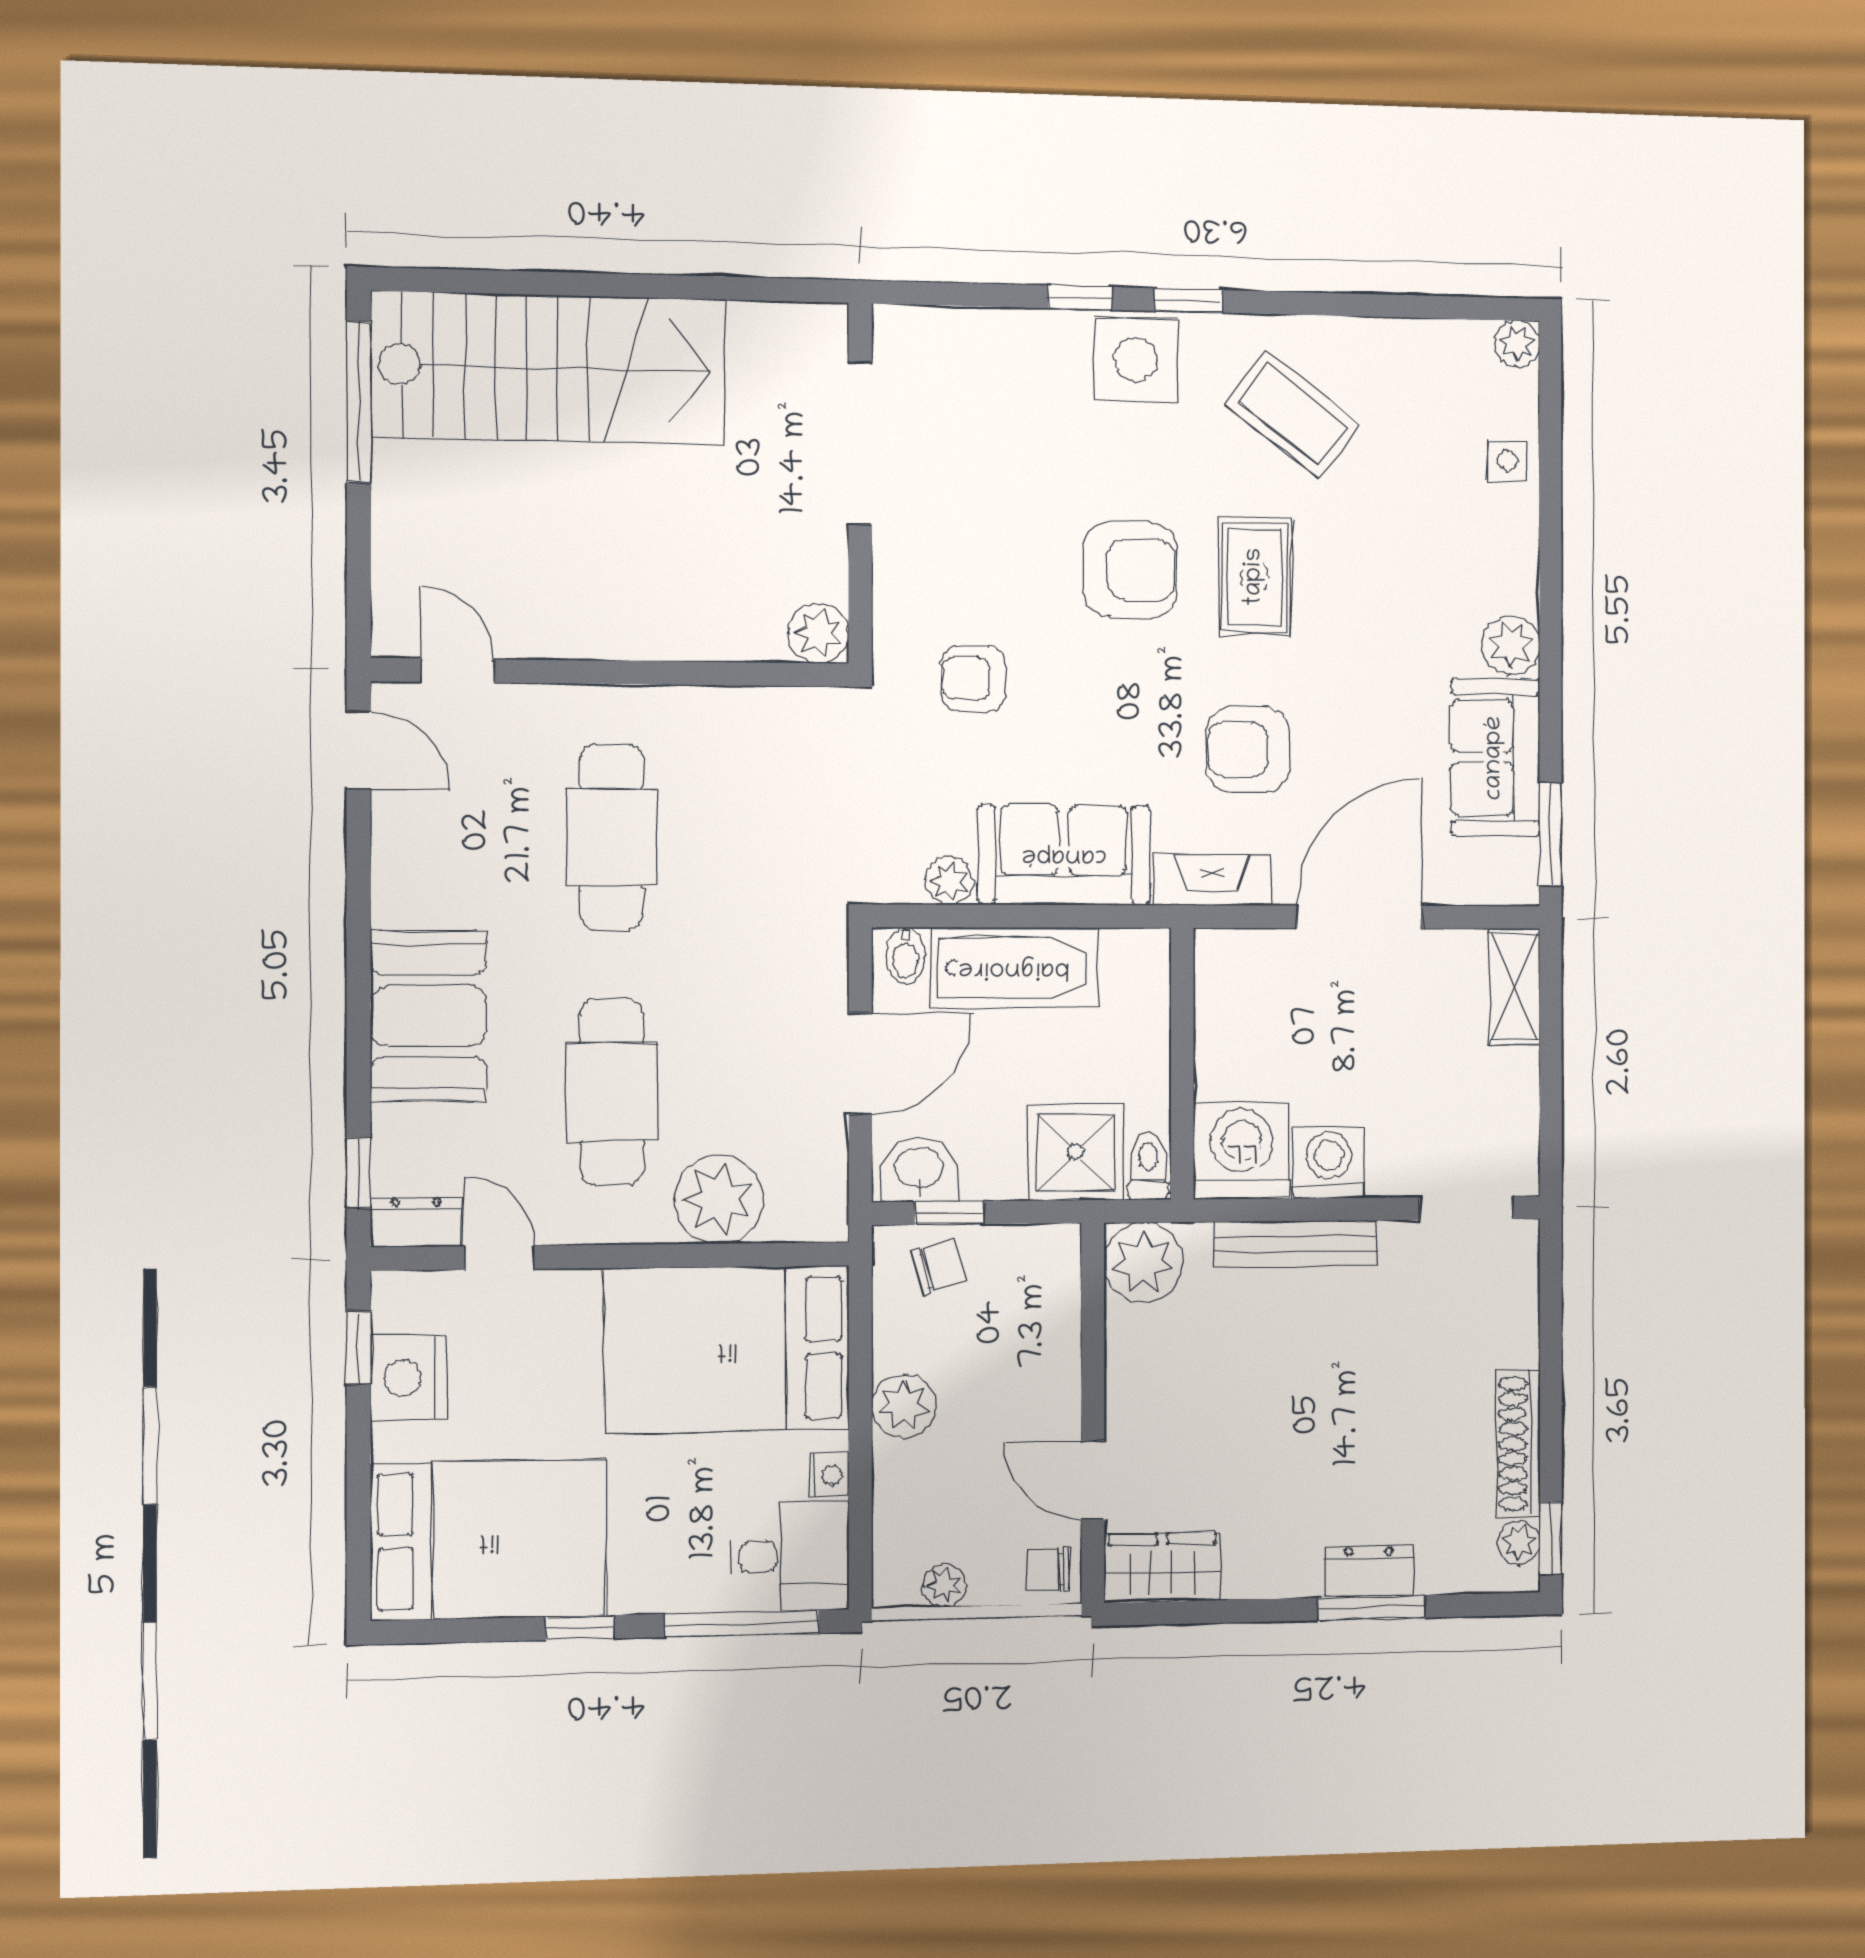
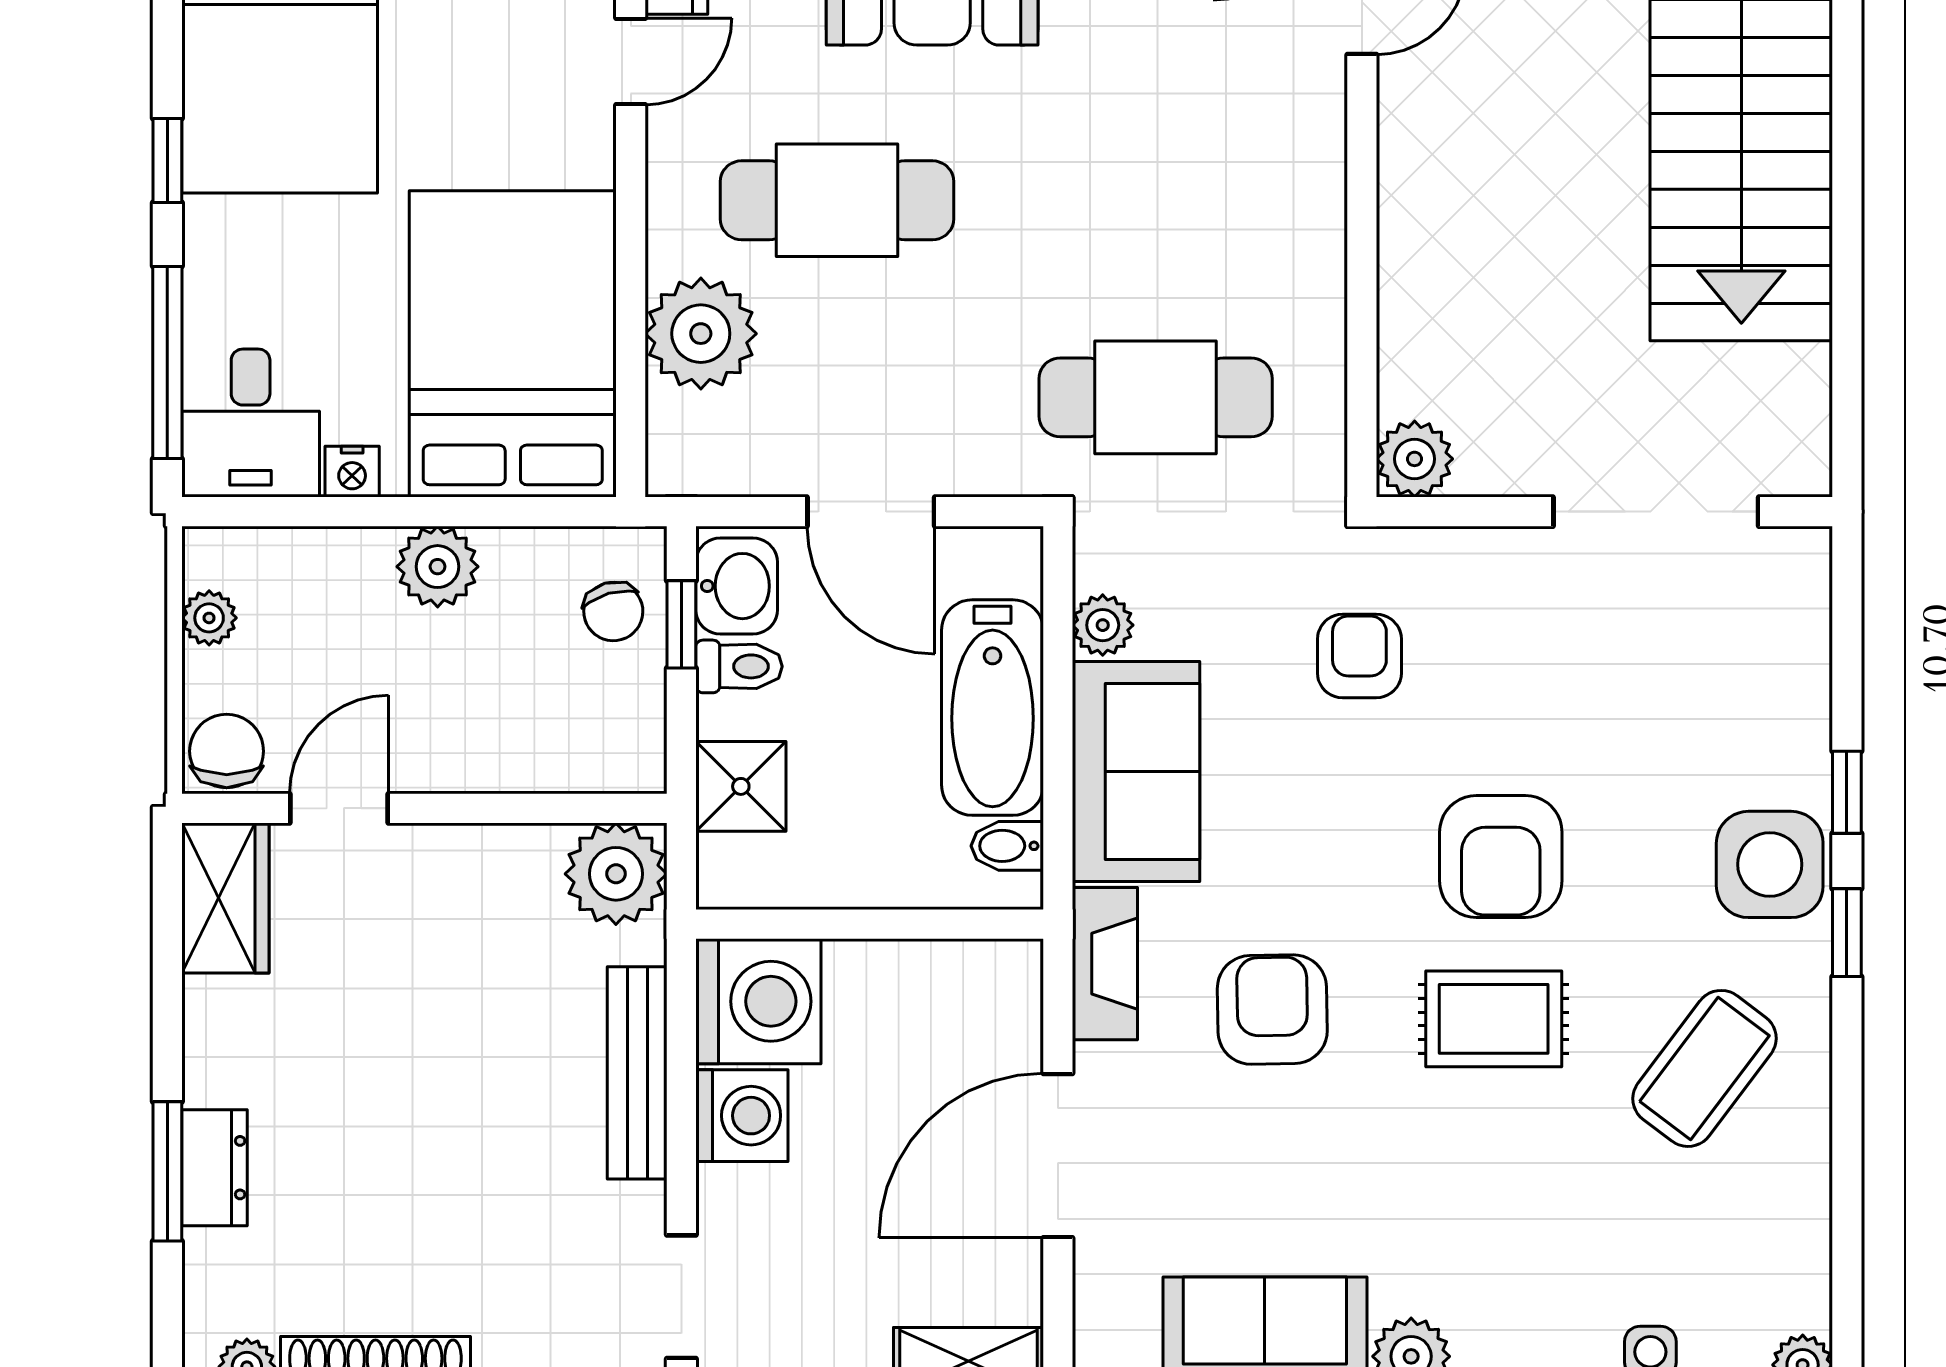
cafe table: (612, 837) -> (1156, 397), moved
door: (1359, 917) -> (1058, 1156), swing flipped
bidet: (906, 956) -> (1007, 846), moved
shower: (1076, 1152) -> (741, 786), width x0.73, depth x0.73
toilet: (1148, 1166) -> (739, 666), moved
chair: (1048, 1569) -> (227, 751), width x1.37, depth x1.37

